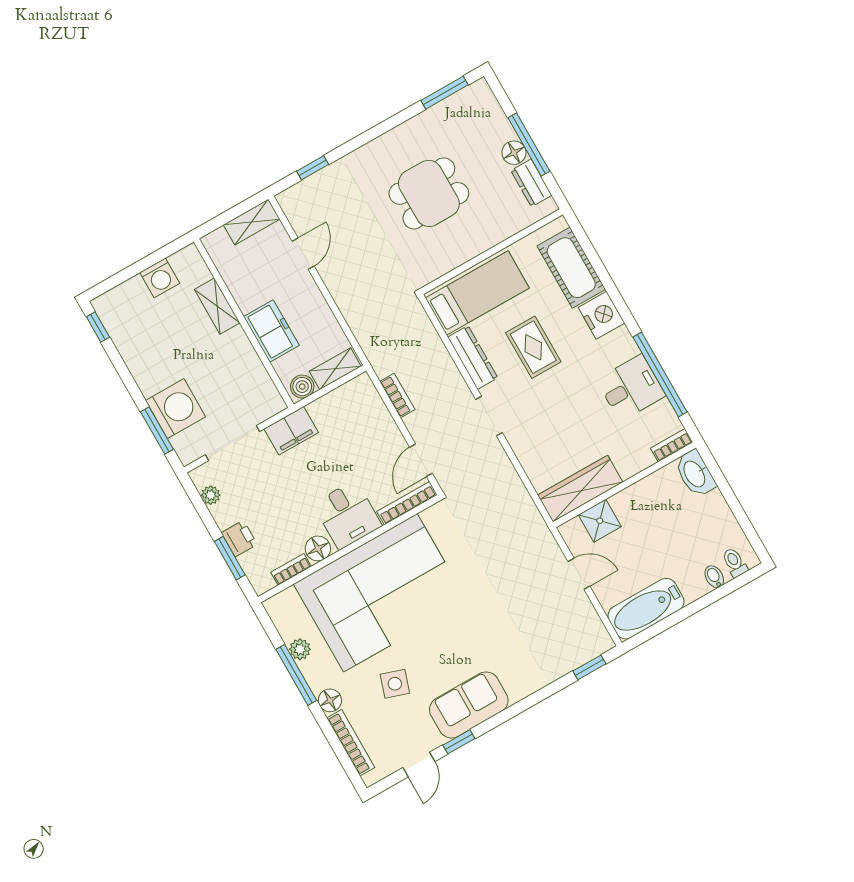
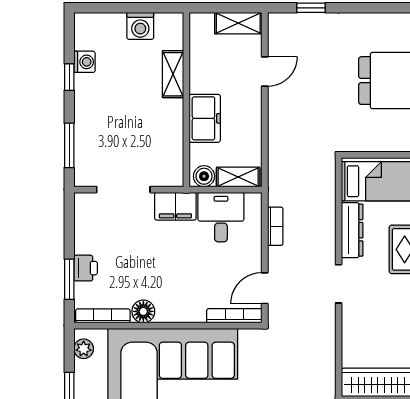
window: (98, 327) -> (69, 77), moved
washing machine: (176, 409) -> (84, 62), moved, width x0.53, depth x0.53
plant: (211, 495) -> (83, 221), removed
desk: (347, 515) -> (221, 217), moved, turned 180
bookcase: (291, 569) -> (103, 316), width x1.56
plant: (300, 649) -> (84, 349), moved

